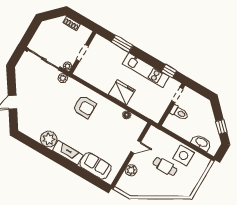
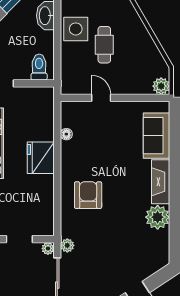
toilet: (179, 113) -> (39, 67), moved
plant: (131, 170) -> (161, 86), moved

